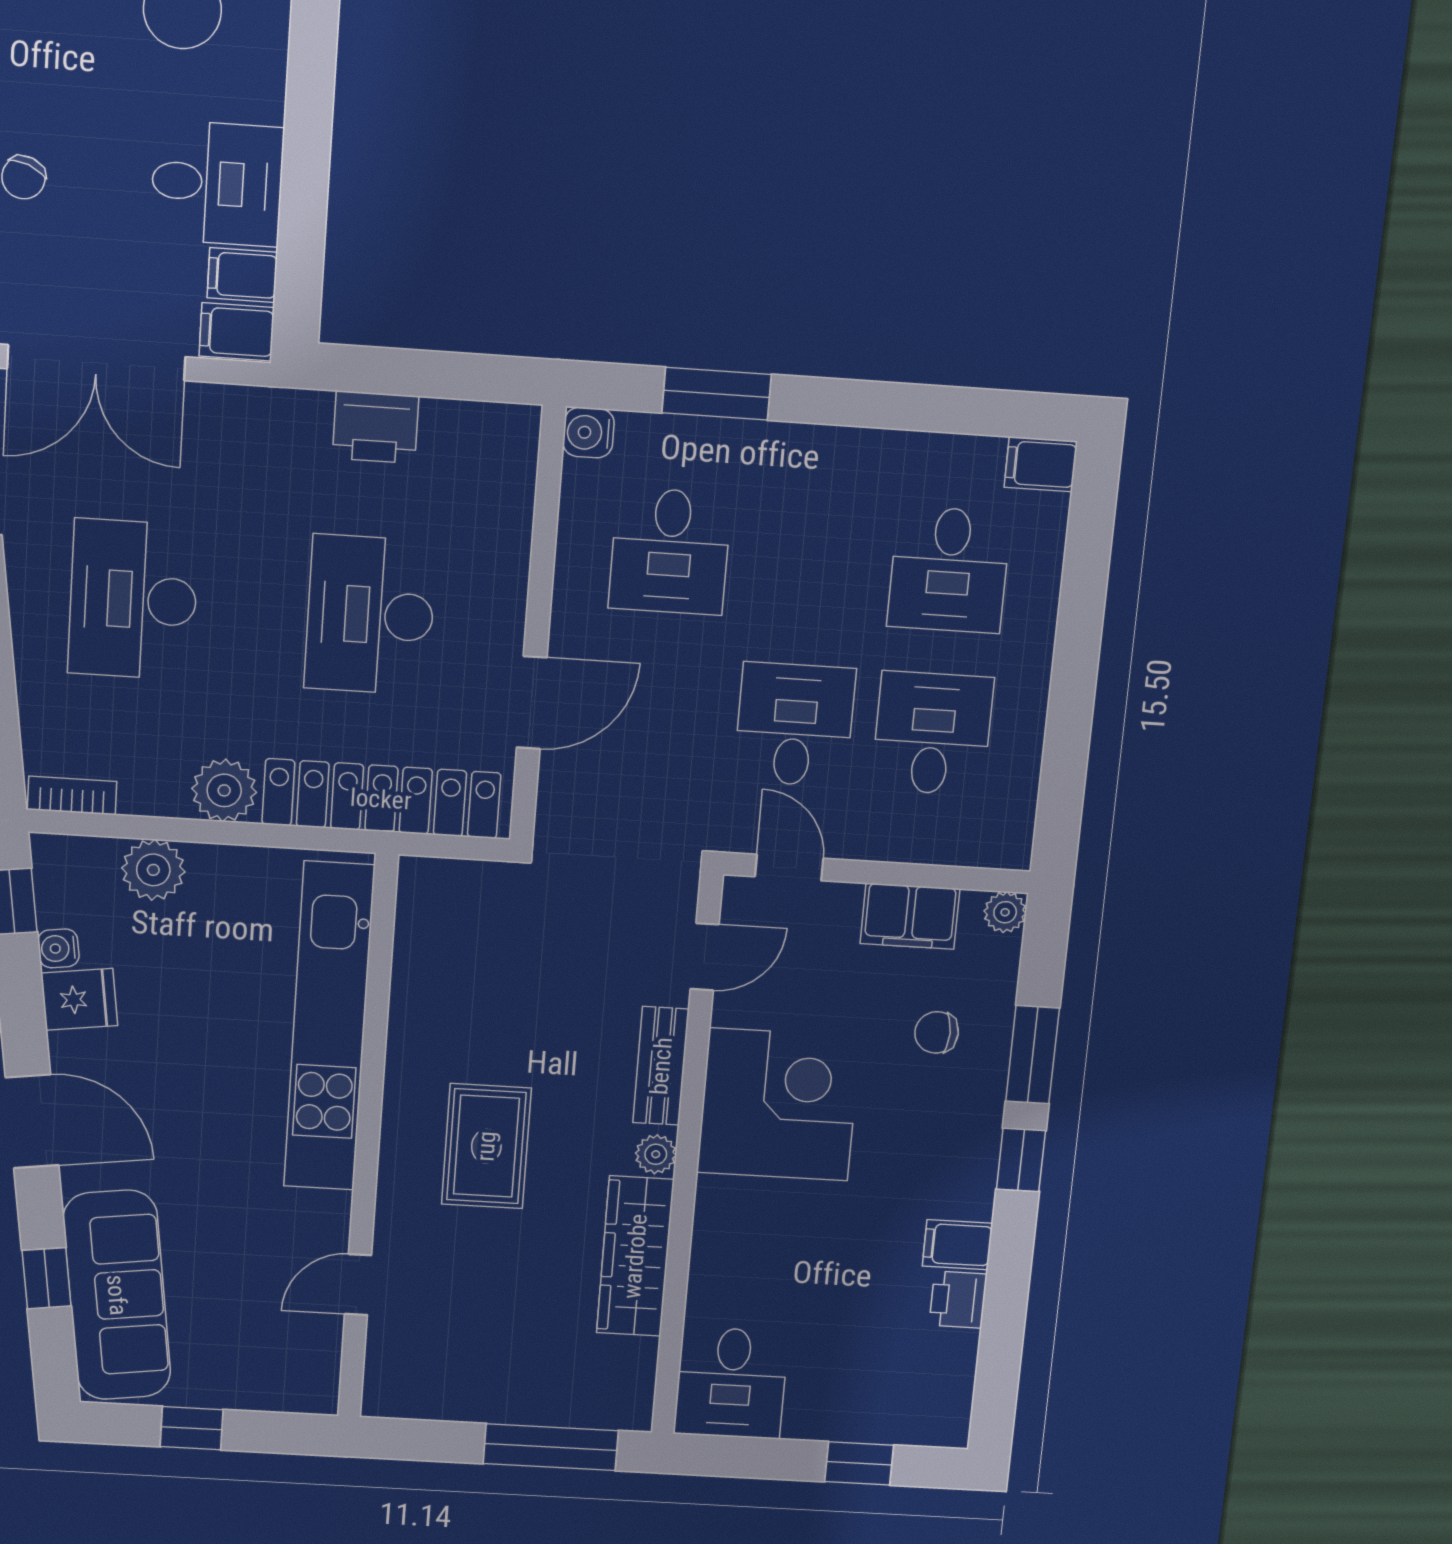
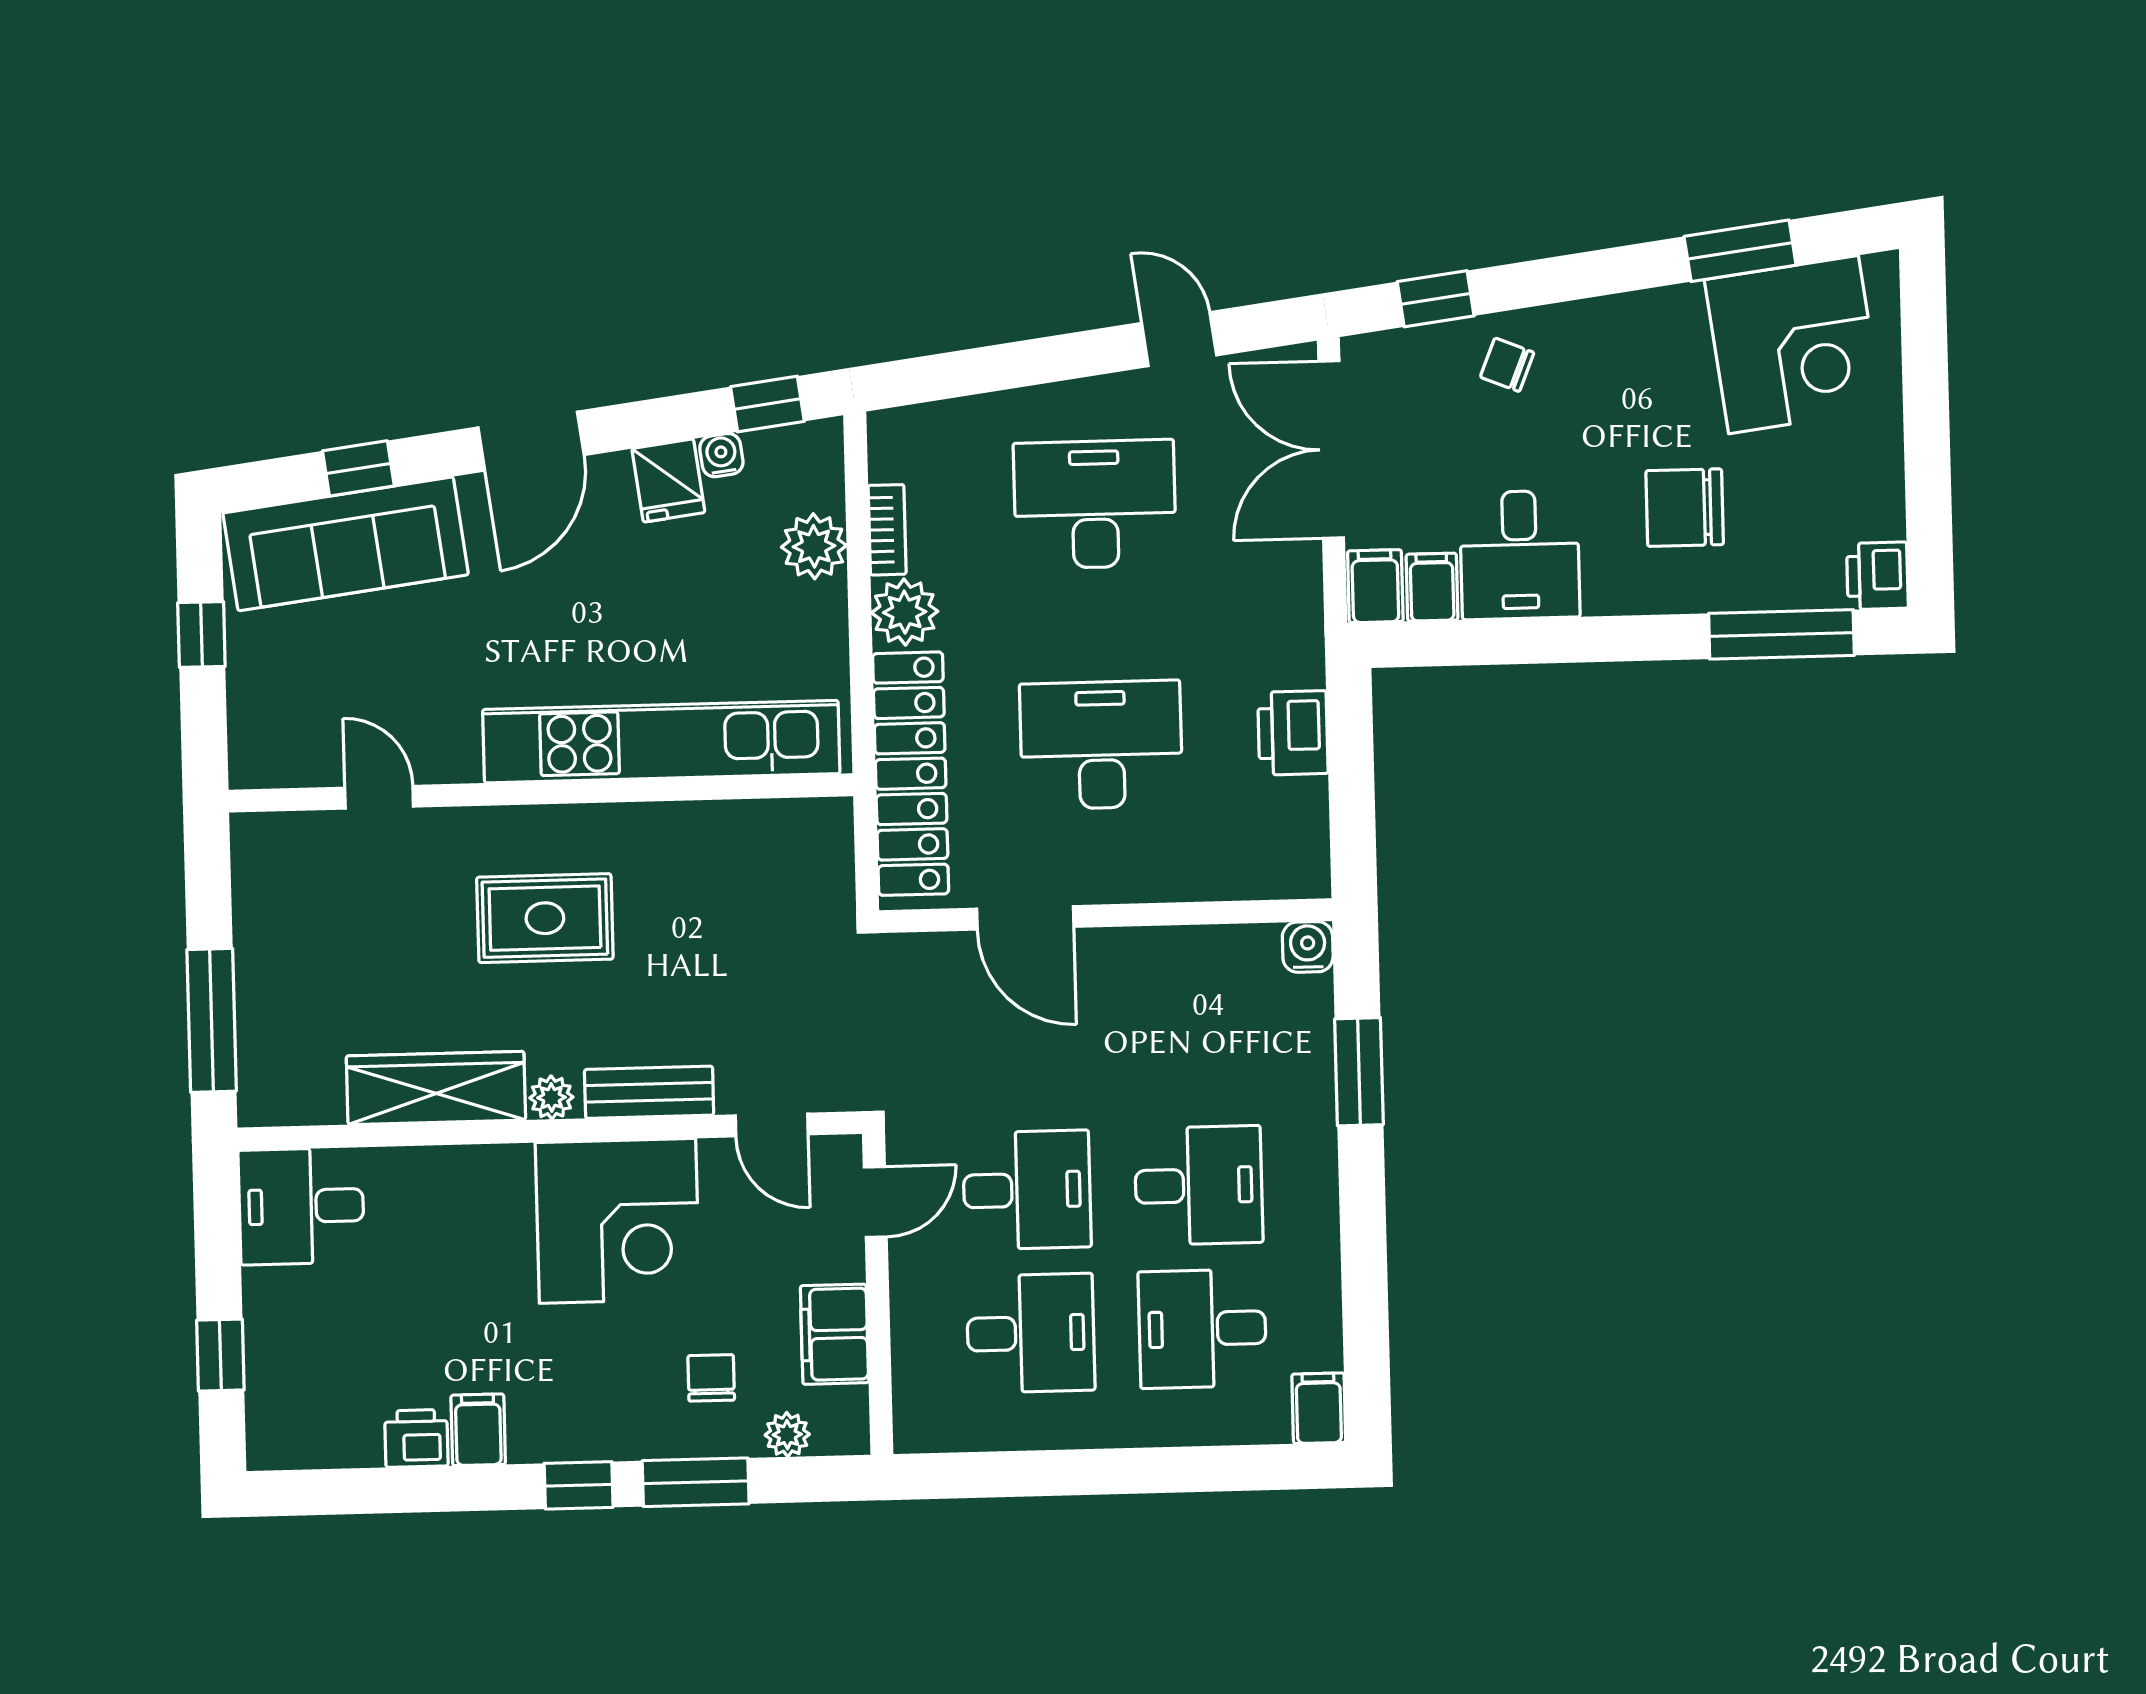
desk: (670, 551) -> (1199, 1185), moved, turned 180
bookcase: (72, 796) -> (887, 530), moved
plant: (1005, 912) -> (787, 1435), moved

